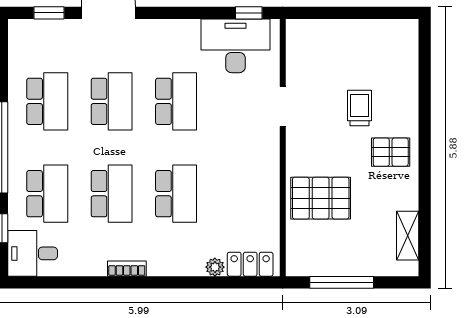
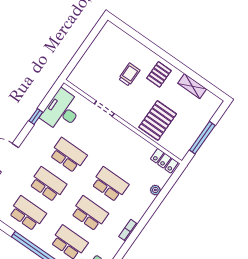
window: (249, 13) -> (36, 116), moved
trolley: (359, 108) -> (129, 74), turned 90
shelving: (408, 236) -> (192, 86), moved
locker: (250, 264) -> (164, 161), moved, turned -90

